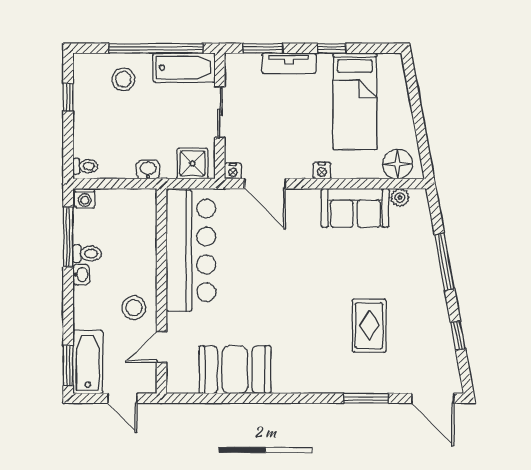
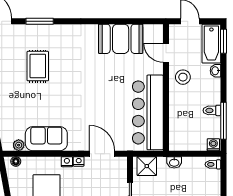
floor lamp: (398, 164) -> (16, 161), width x0.53, depth x0.53
nightstand: (233, 171) -> (79, 161), moved
washbasin: (81, 275) -> (215, 71), moved
door: (161, 347) -> (166, 53), swing flipped

